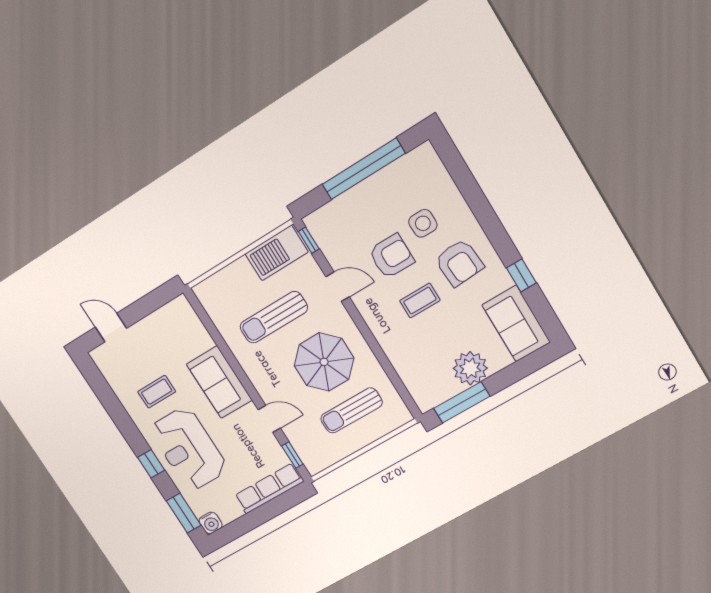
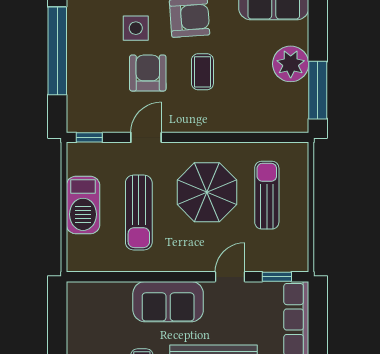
barbecue: (277, 253) -> (83, 205), moved
sun lounger: (351, 410) -> (267, 195), turned 180

